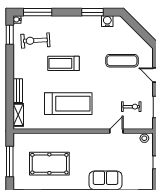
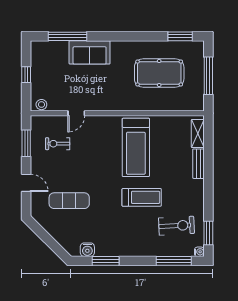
treadmill: (68, 104) -> (136, 147), turned -90

